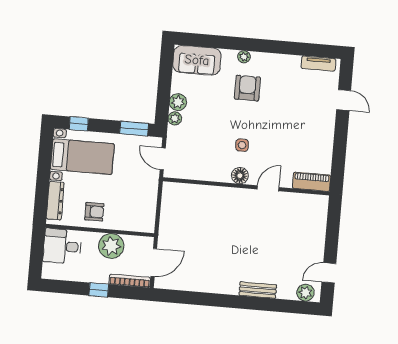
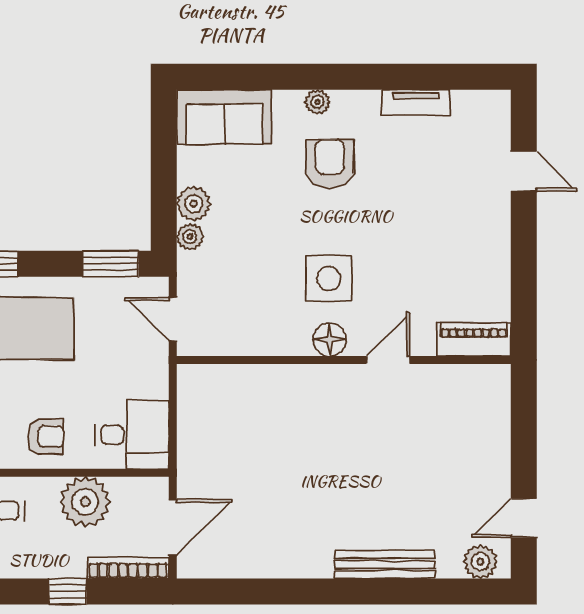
tv unit: (318, 63) -> (416, 103), moved
side table: (242, 145) -> (329, 278), width x1.87, depth x1.87
desk: (137, 215) -> (132, 435), added
bench: (258, 290) -> (385, 565), width x1.36

